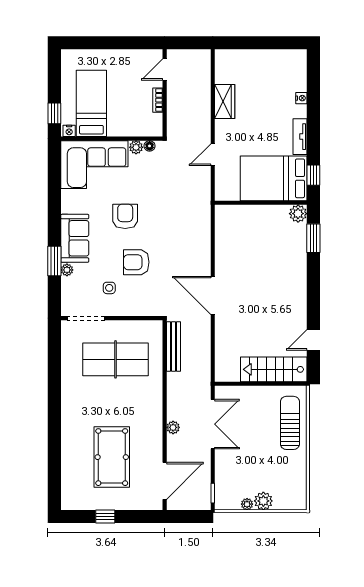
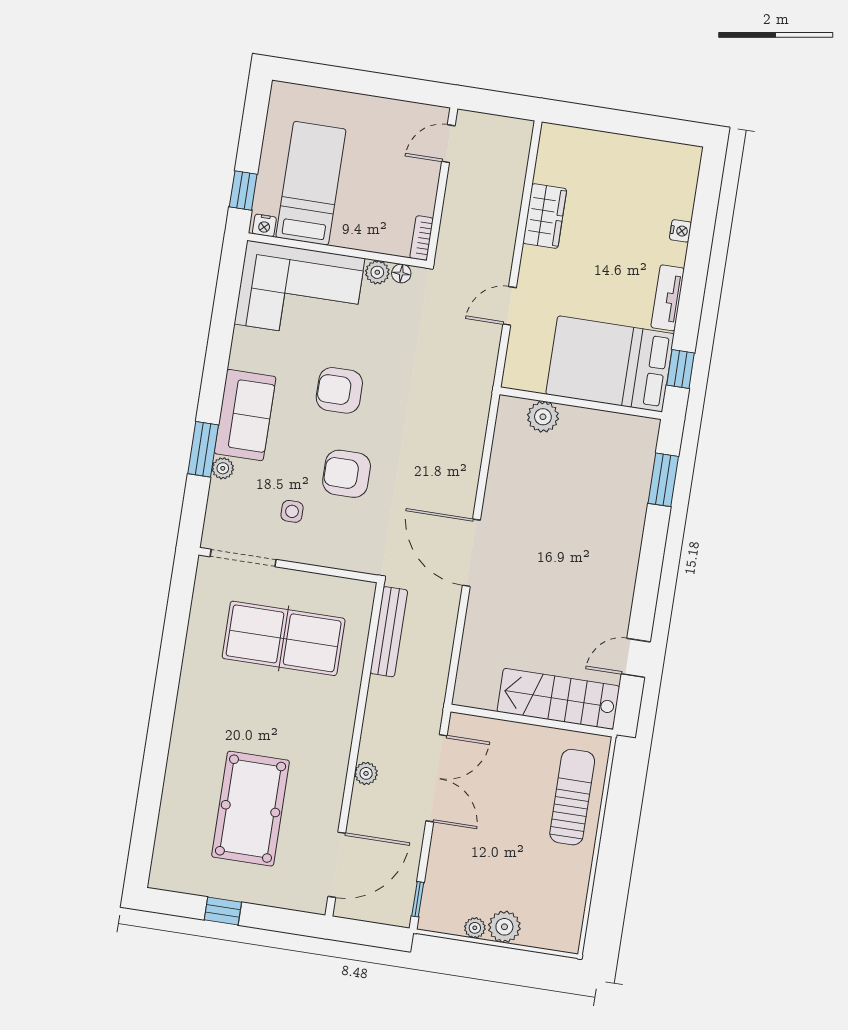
bookcase: (158, 100) -> (422, 238), moved
plant: (298, 214) -> (543, 417), moved
armchair: (125, 216) -> (339, 390), turned -90

